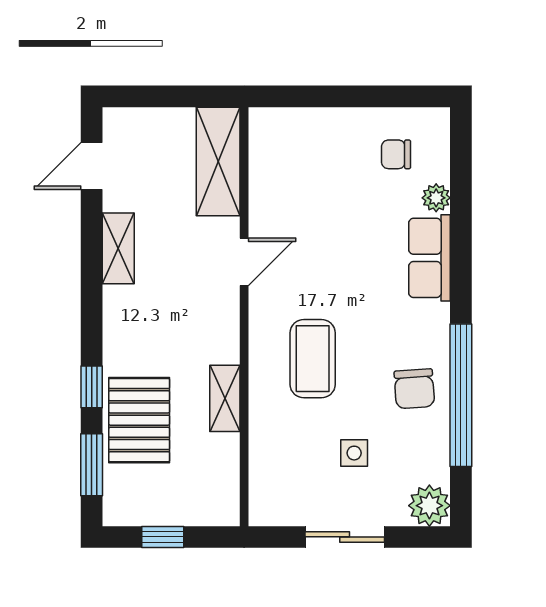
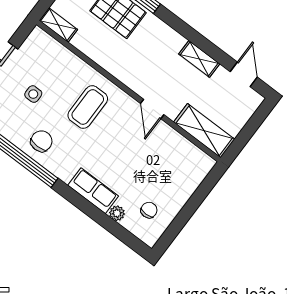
coffee table: (313, 359) -> (88, 107), turned 90
chair: (414, 389) -> (41, 141), turned 94
shelving: (225, 398) -> (58, 25), moved

